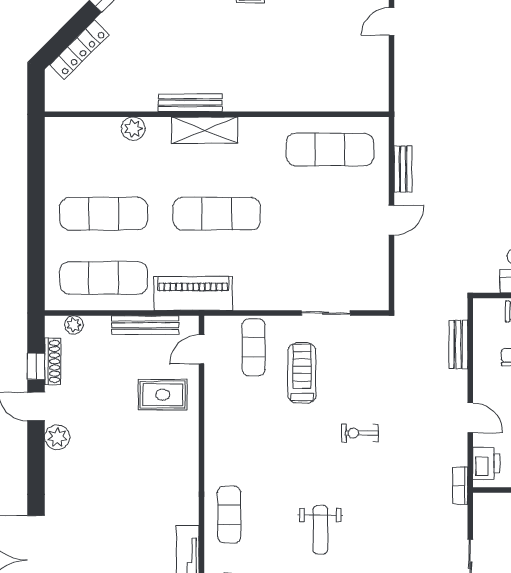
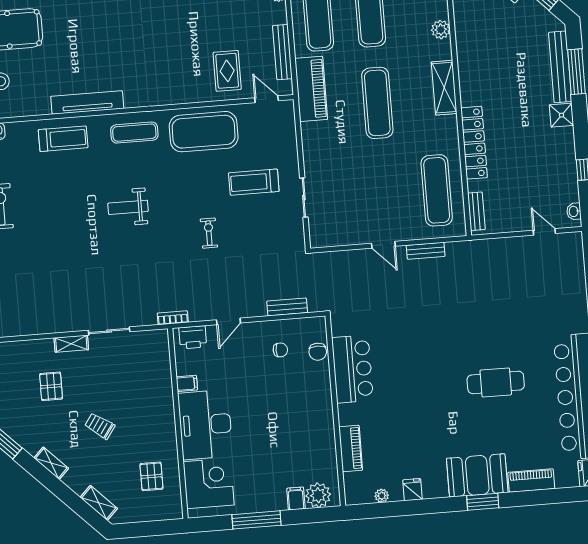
locker: (275, 99) -> (474, 143), added
bench: (190, 103) -> (476, 211), moved, width x0.73
exercise mat: (253, 347) -> (204, 132), moved, width x2.00, depth x1.45
treadmill: (302, 373) -> (254, 182), turned 180

